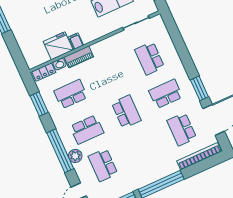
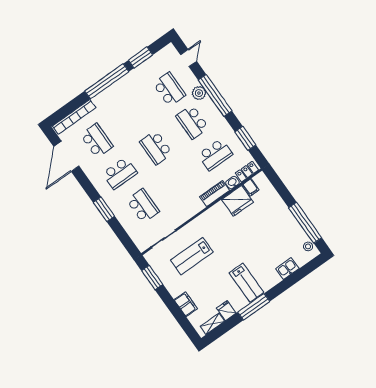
filing cabinet: (76, 41) -> (251, 187), moved
window: (199, 88) -> (104, 209), moved
school desk: (87, 130) -> (192, 122), turned -90

